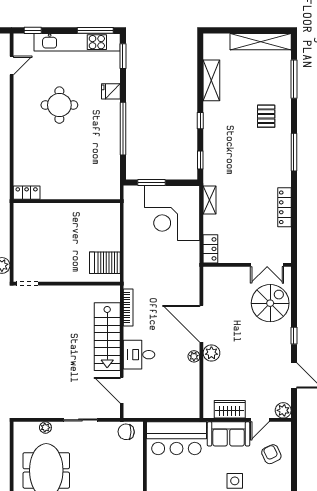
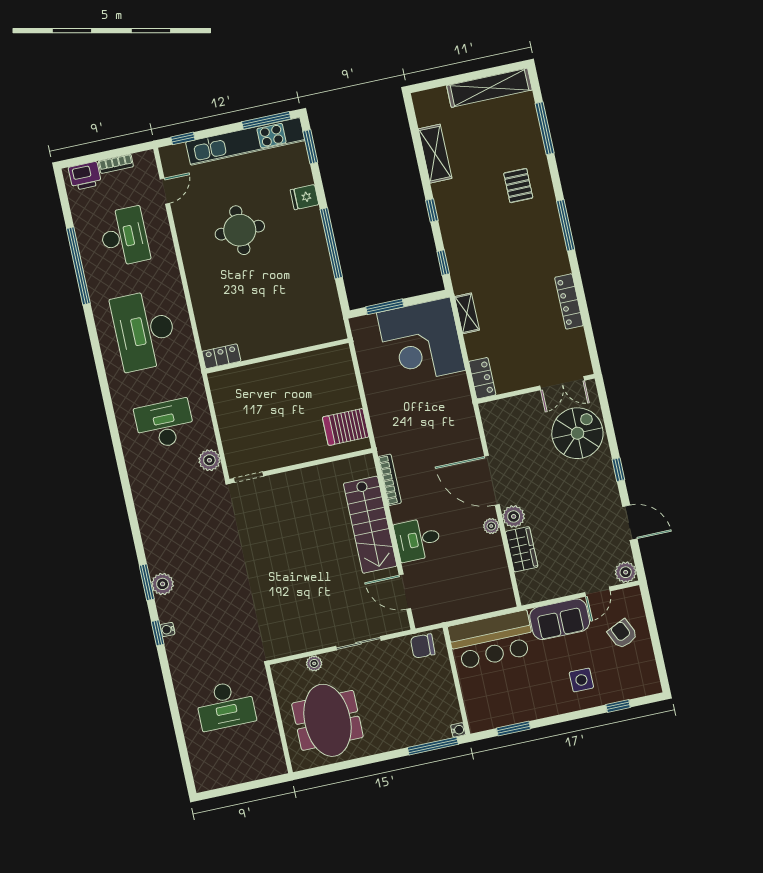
wardrobe: (230, 409) -> (522, 549), moved, turned 90

